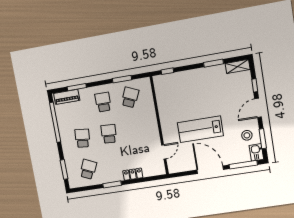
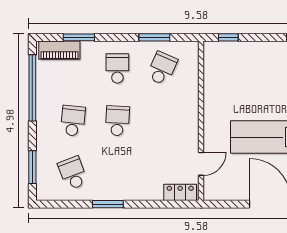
school desk: (88, 169) -> (73, 173), turned -45
locker: (133, 174) -> (180, 192), moved

